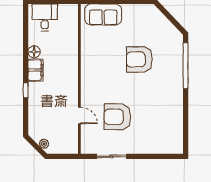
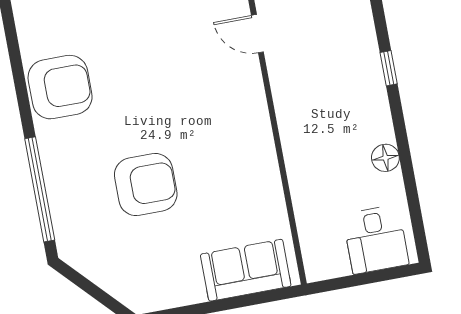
filing cabinet: (36, 70) -> (374, 117), removed
armchair: (117, 117) -> (60, 87), moved

